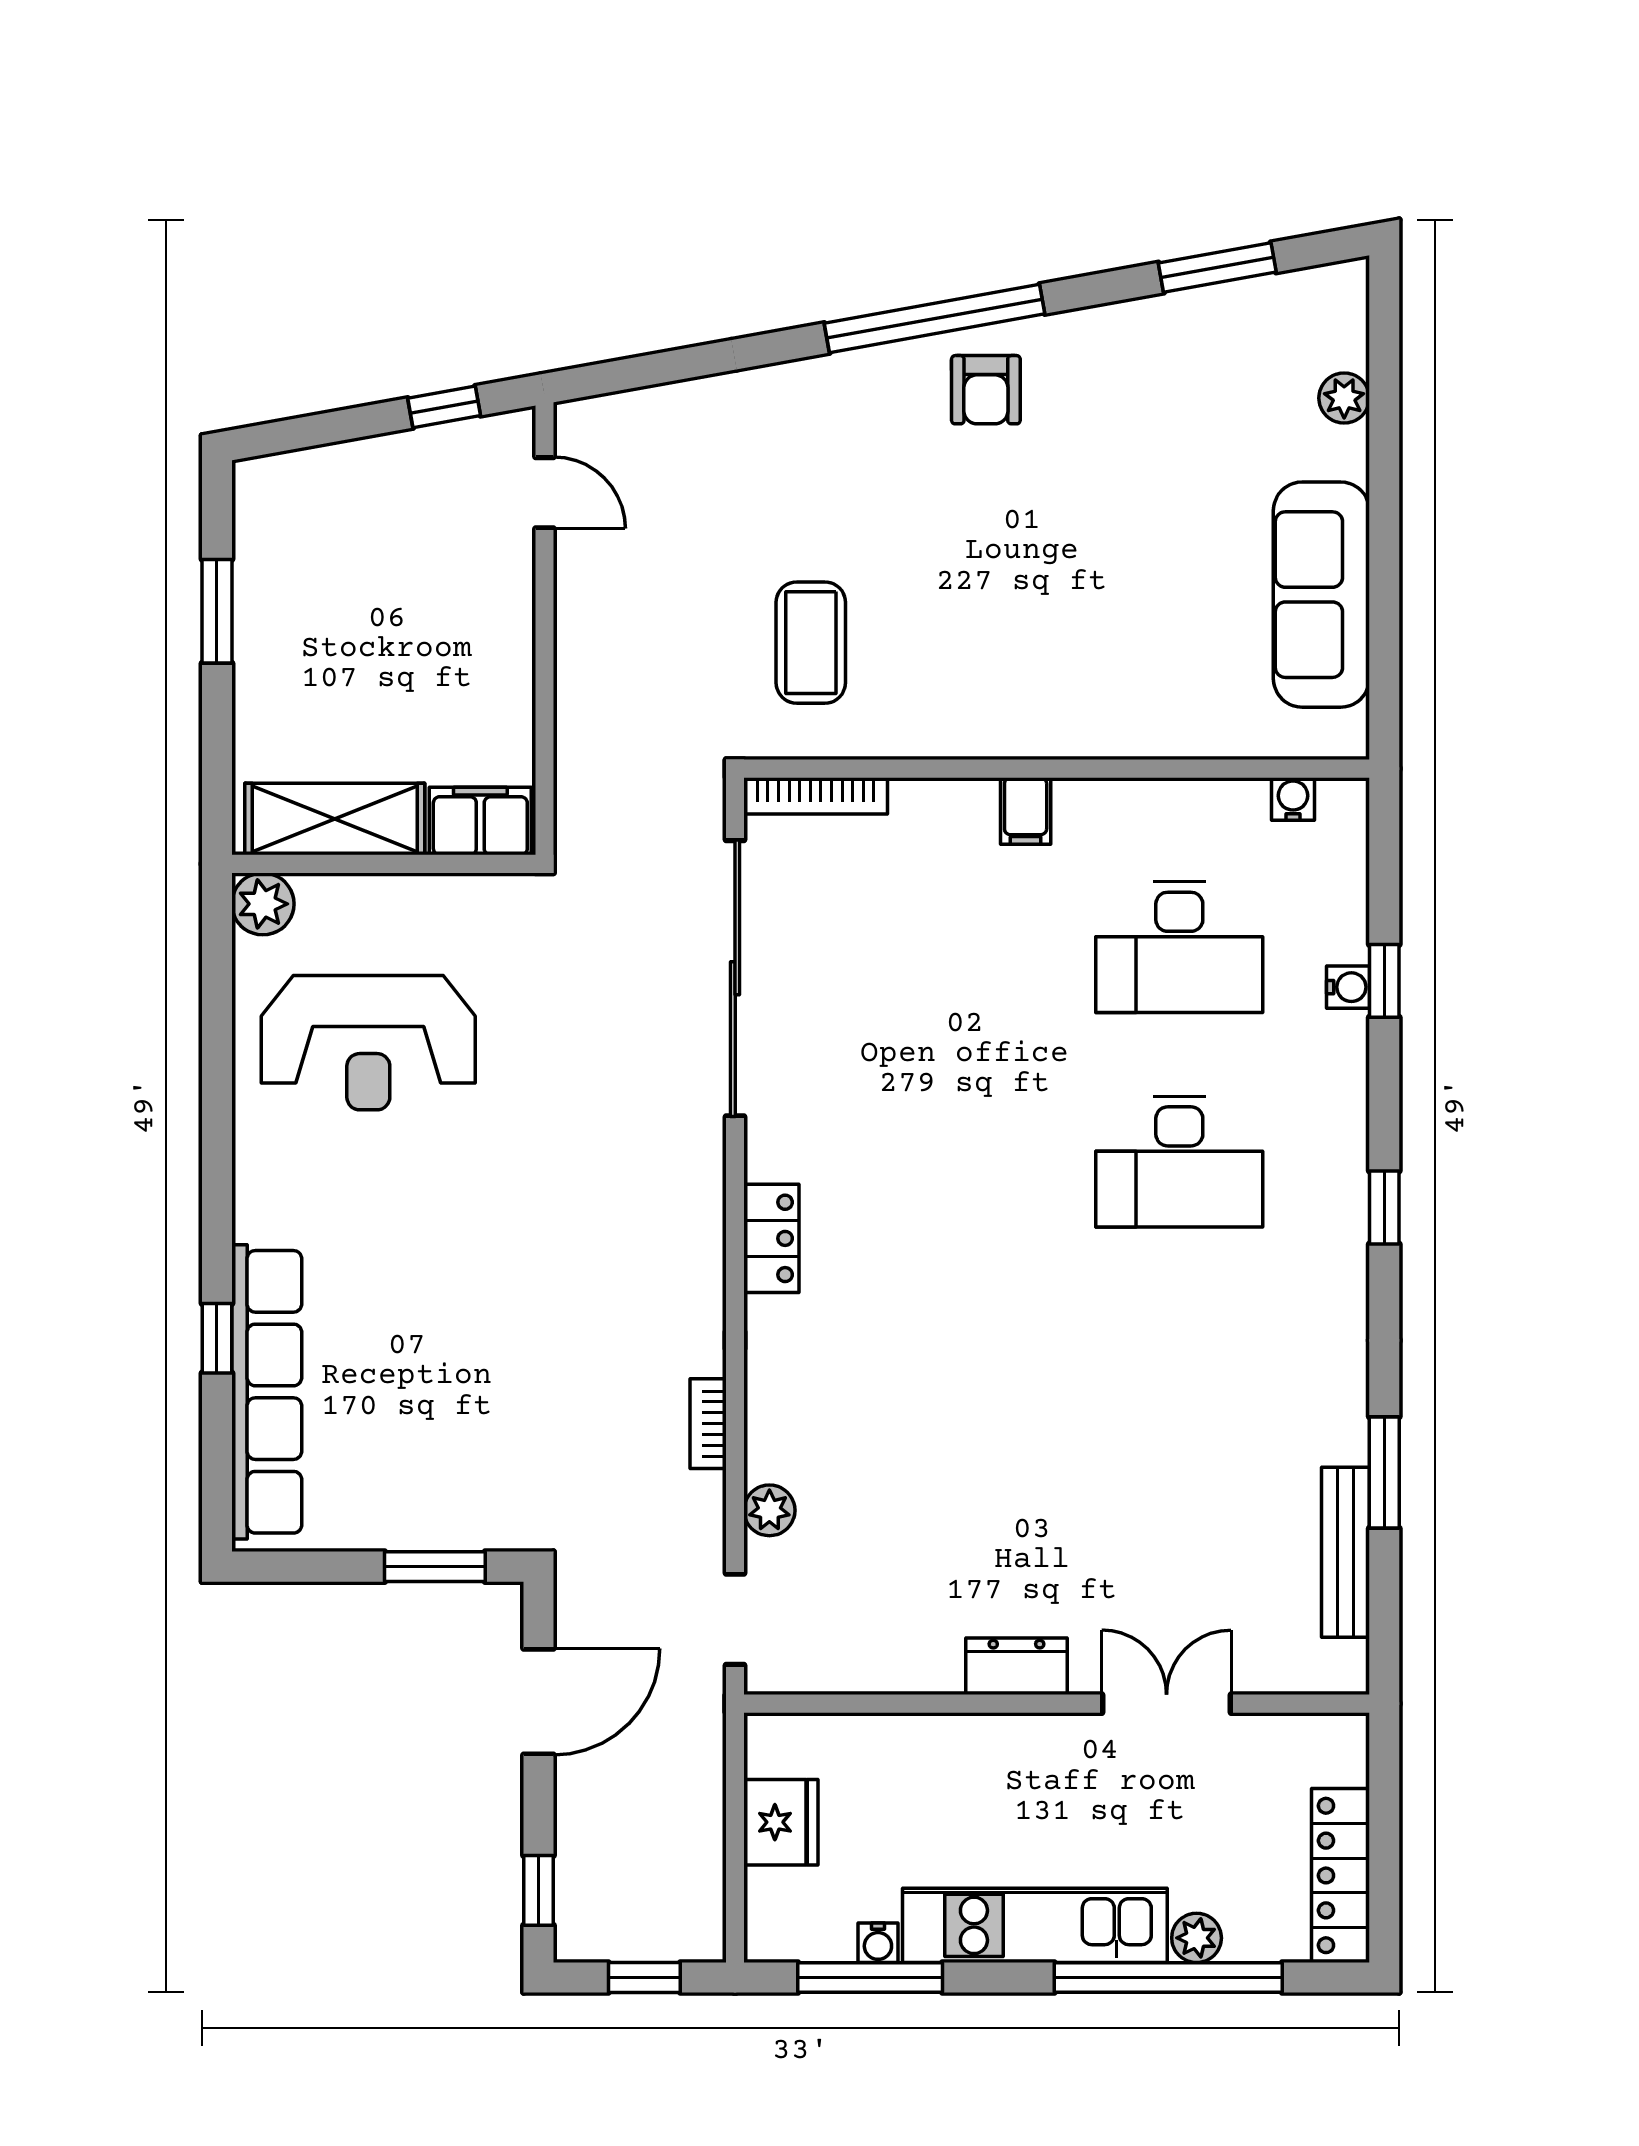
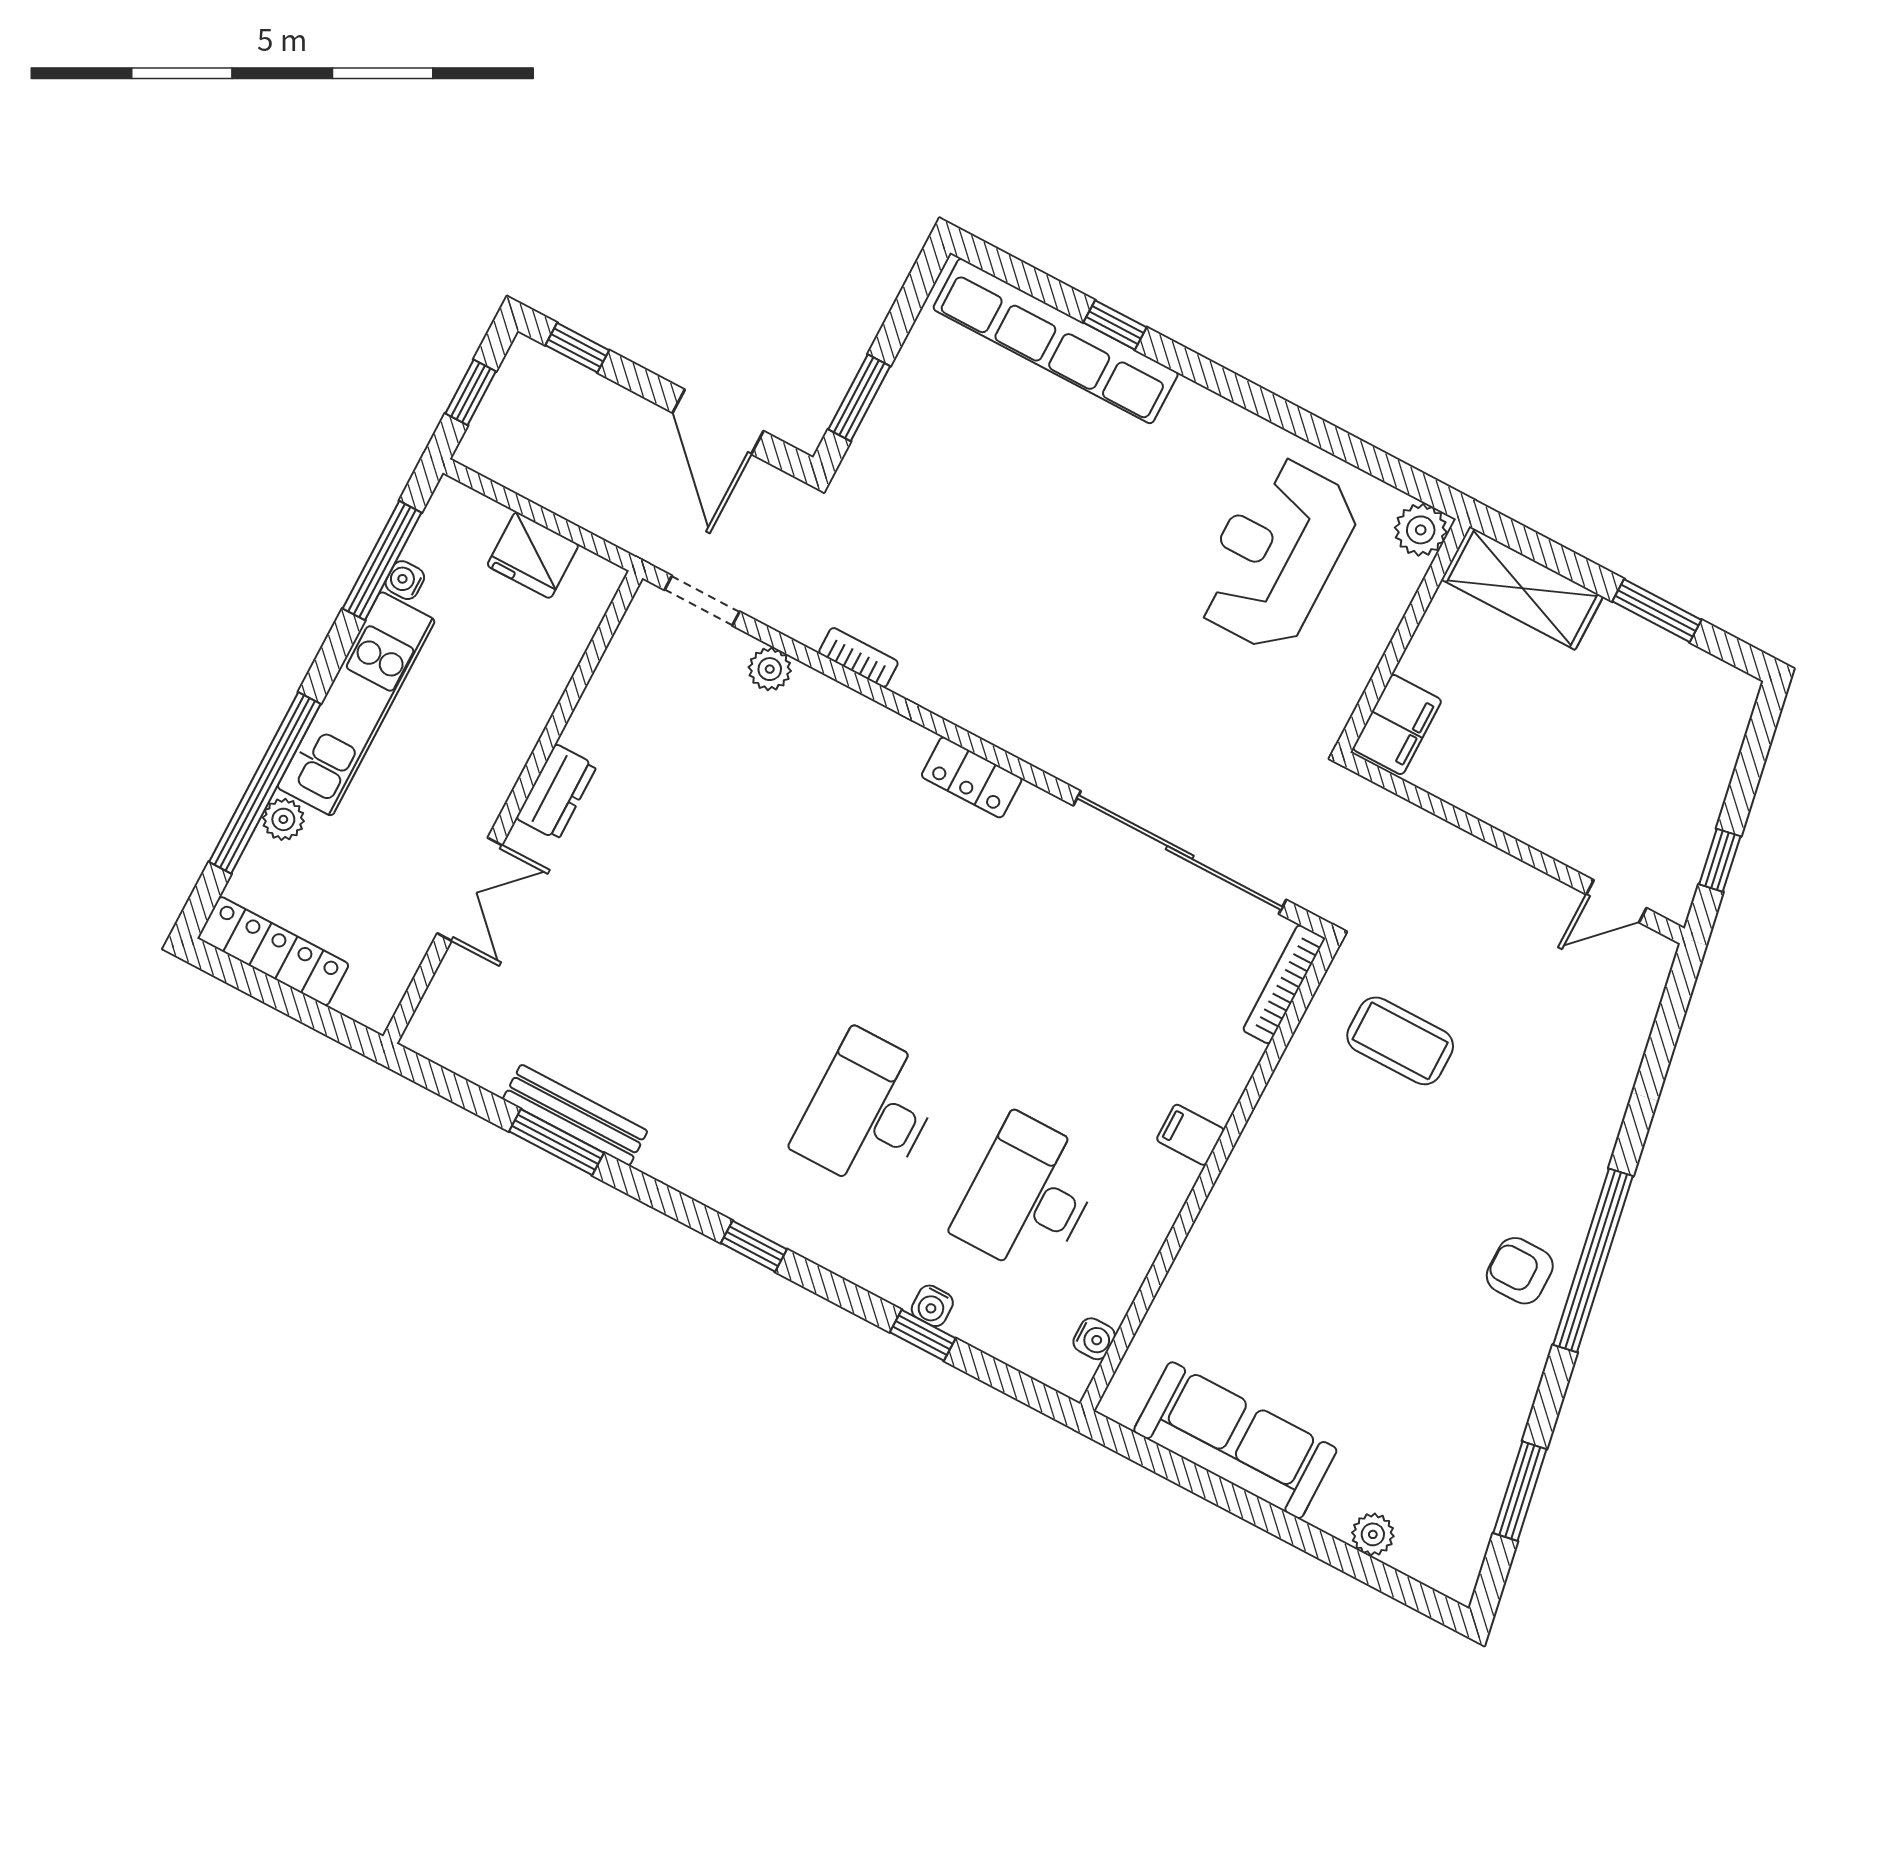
shelving: (335, 819) -> (1522, 588), moved, turned 90
bench: (1345, 1552) -> (575, 1115), moved

